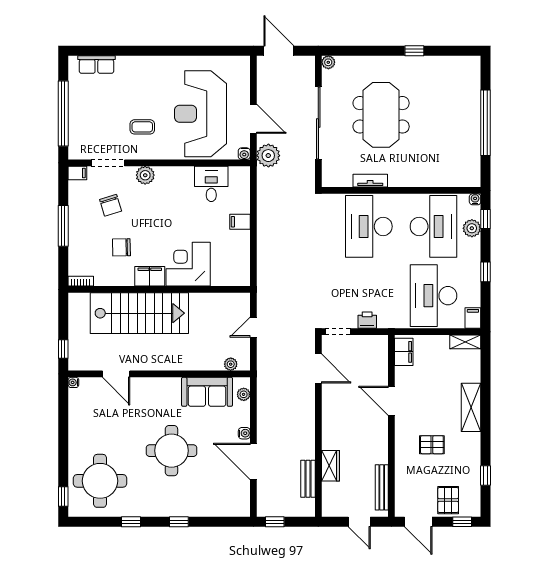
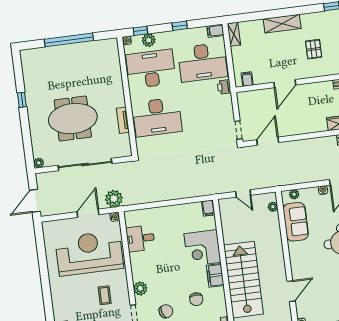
reception desk: (201, 114) -> (89, 253), turned 180
filing cabinet: (240, 222) -> (208, 208), moved
printer: (367, 320) -> (224, 87), moved
filing cabinet: (404, 352) -> (247, 79), width x0.50

